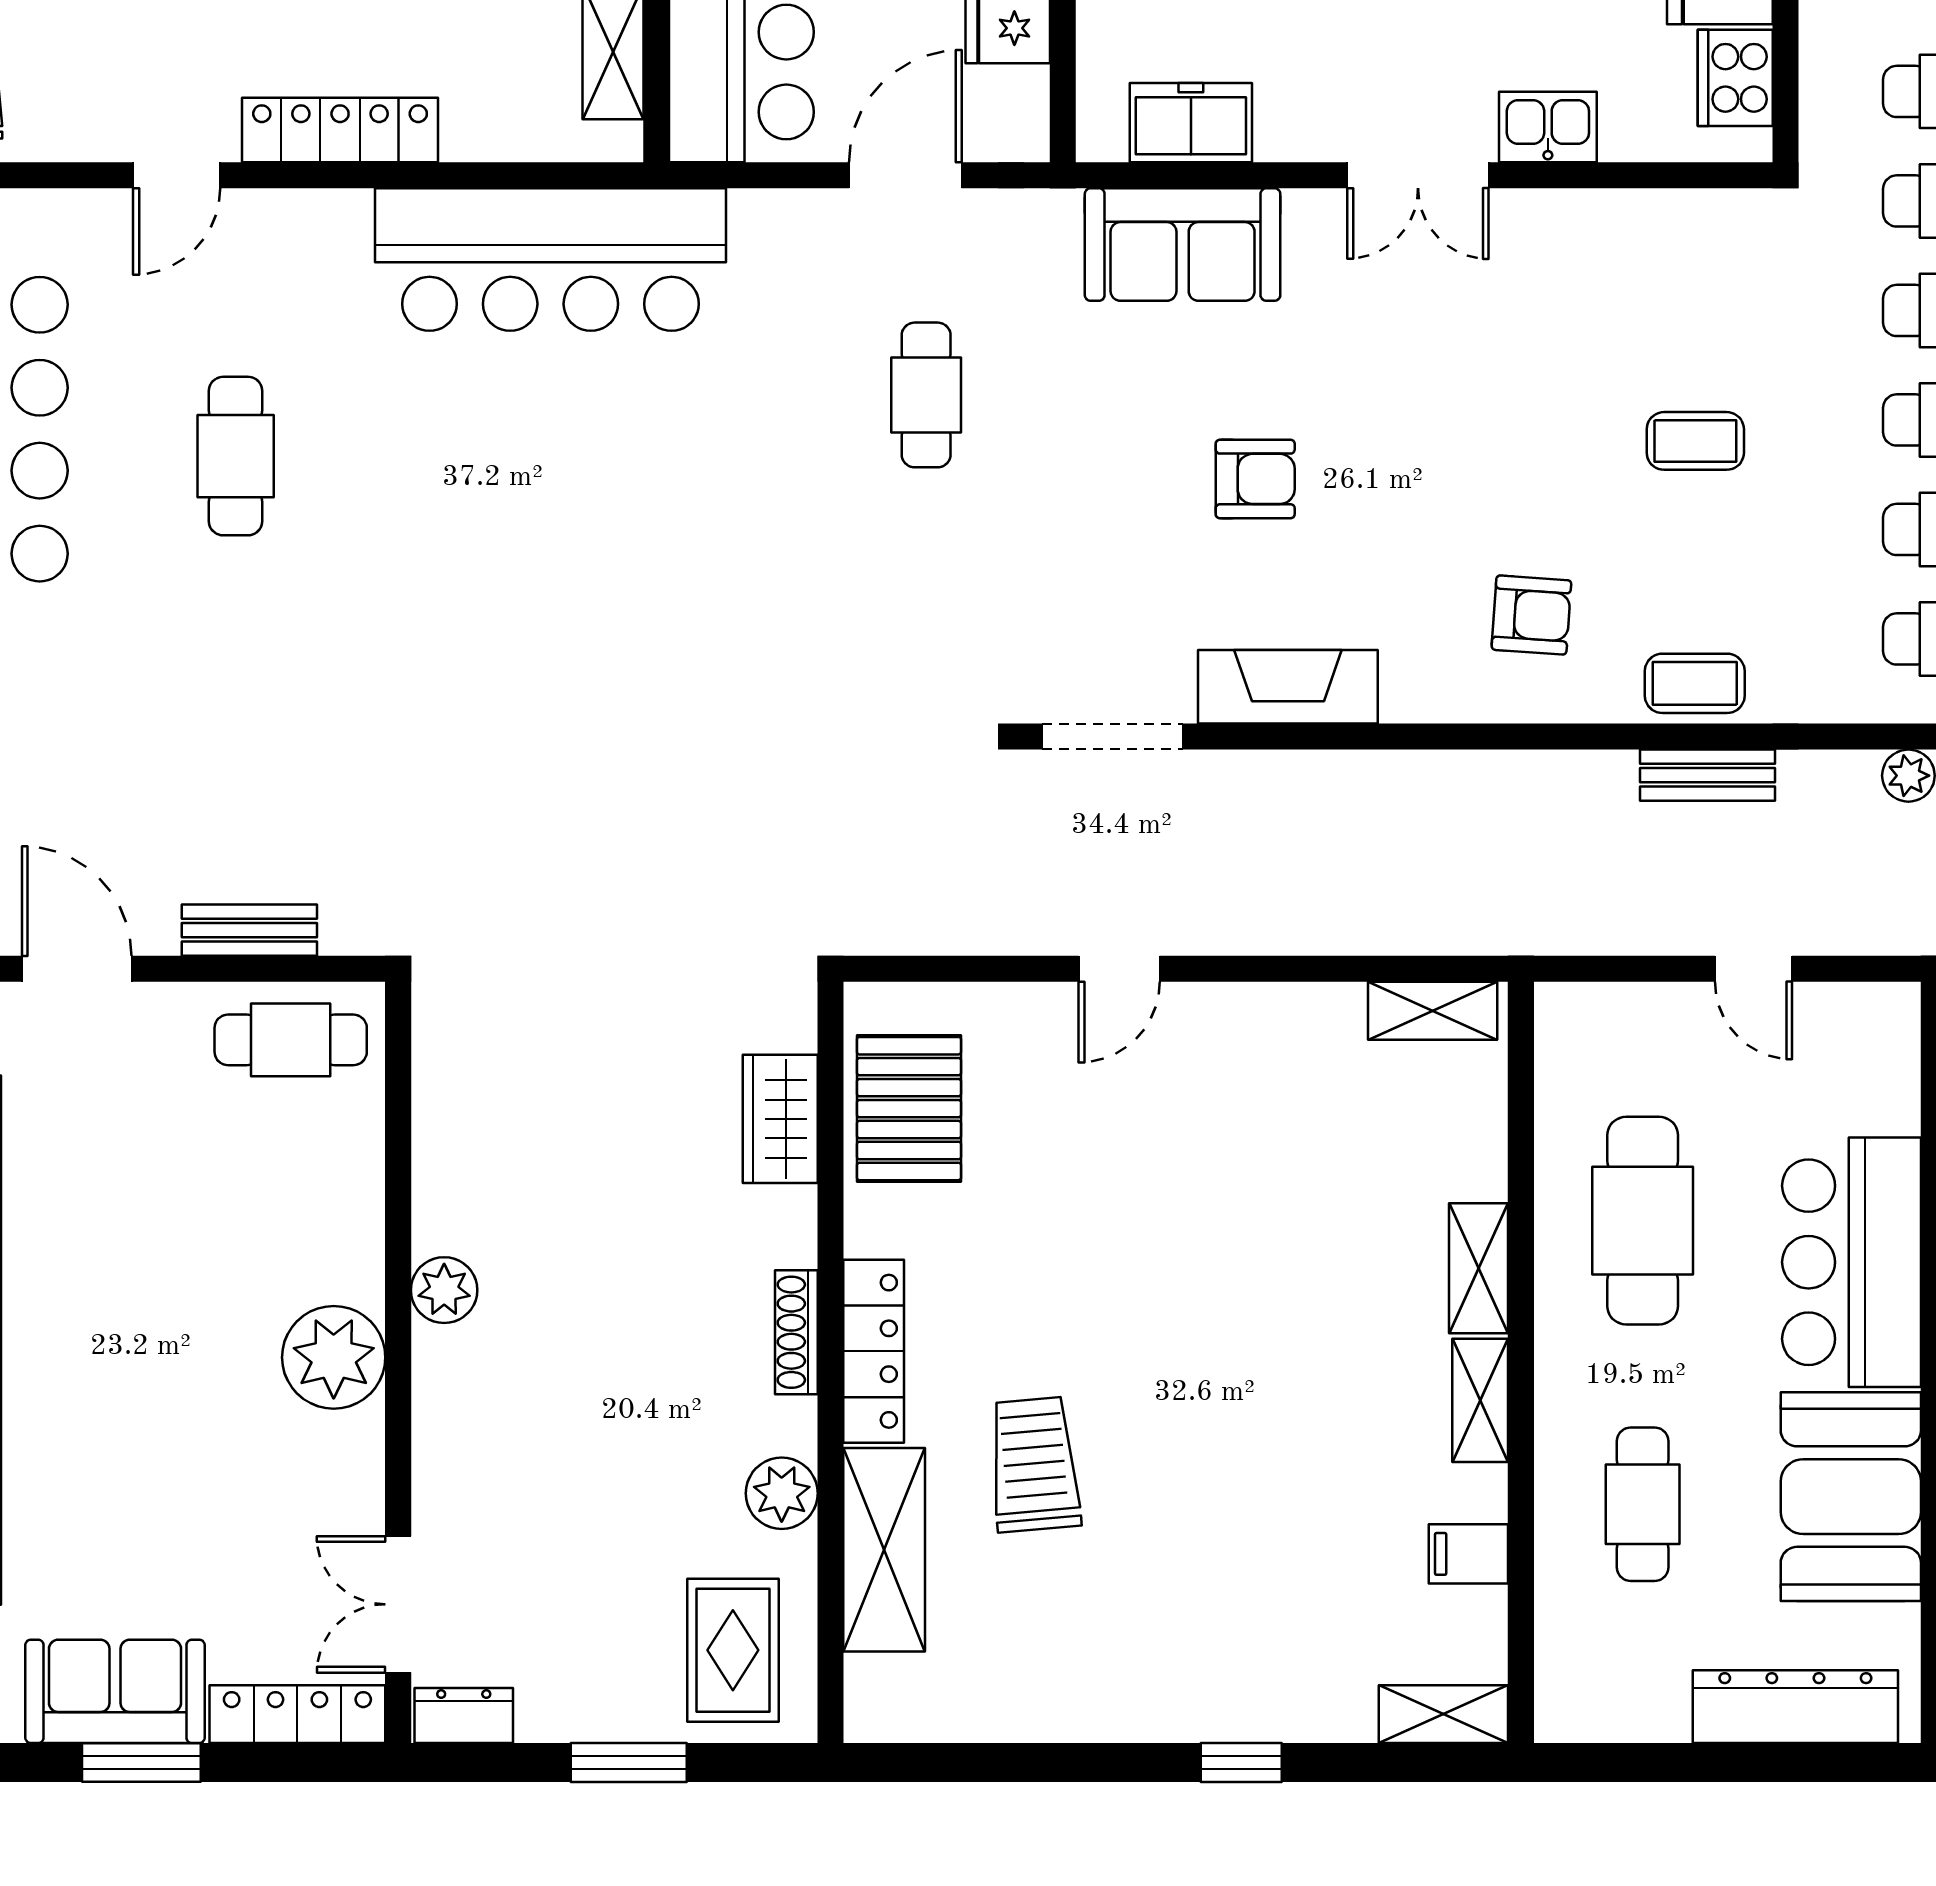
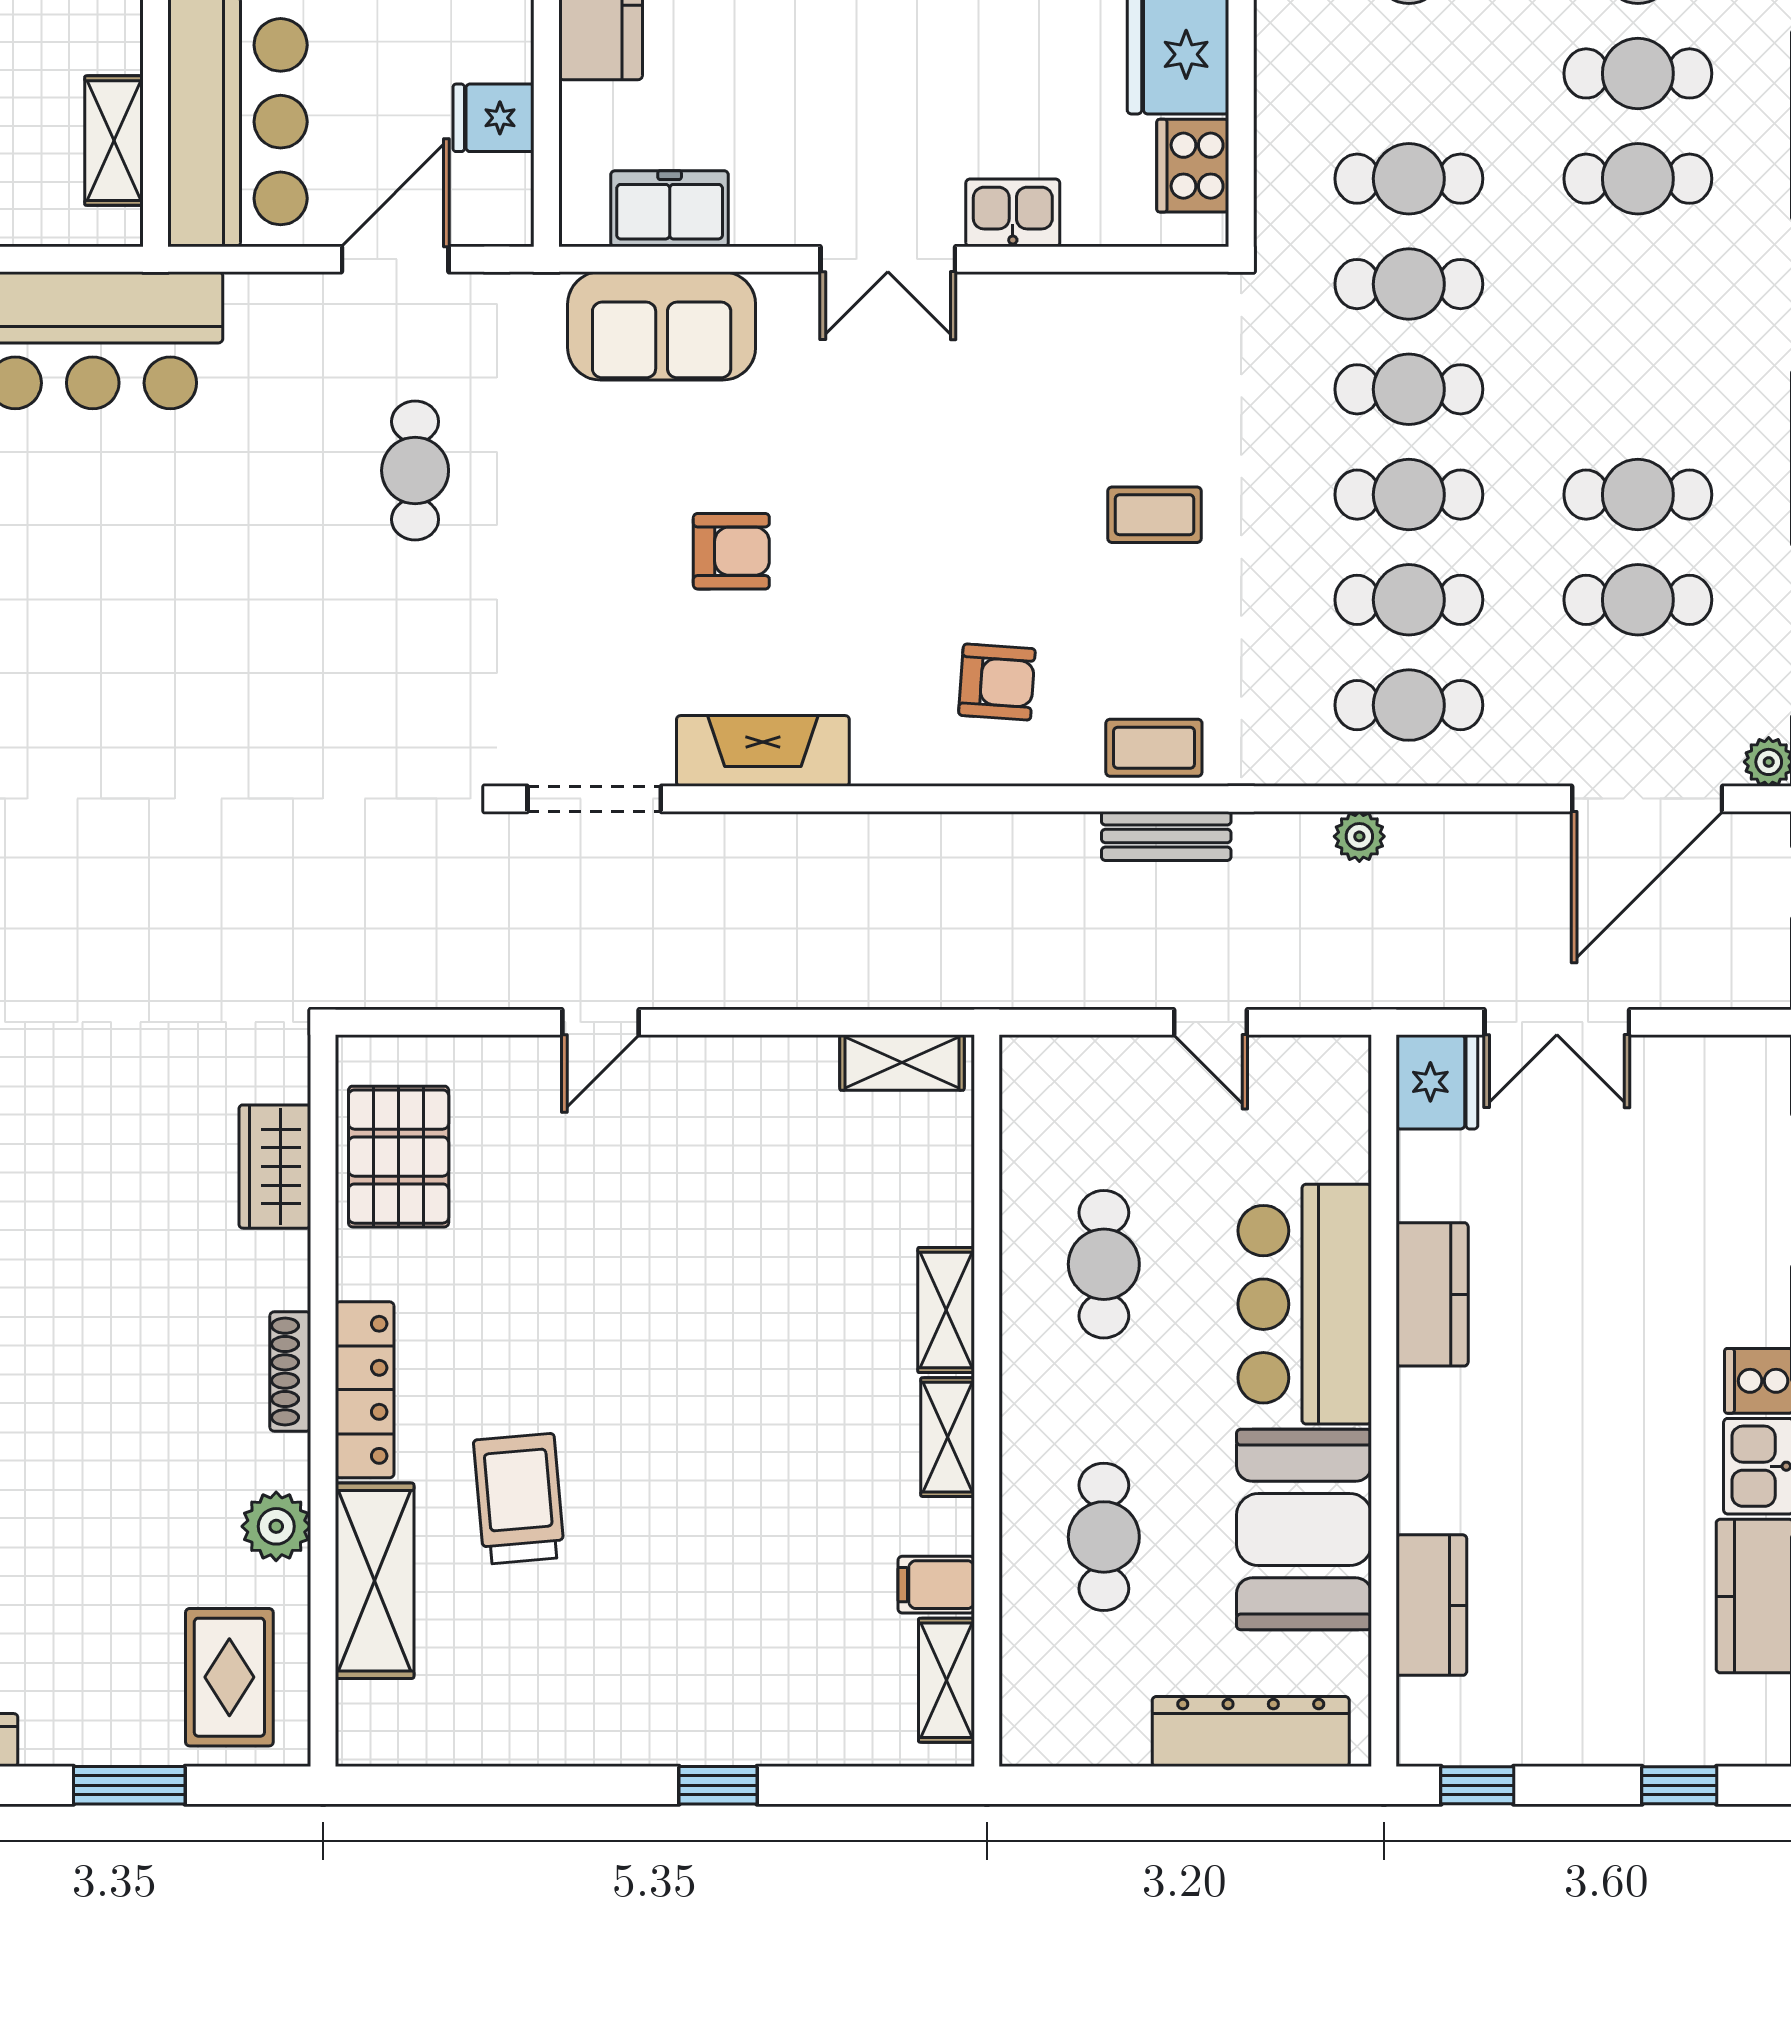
cafe table: (1643, 1221) -> (1104, 1264), width x0.73, depth x0.74
shelving: (1443, 1714) -> (946, 1680), moved, turned 90

